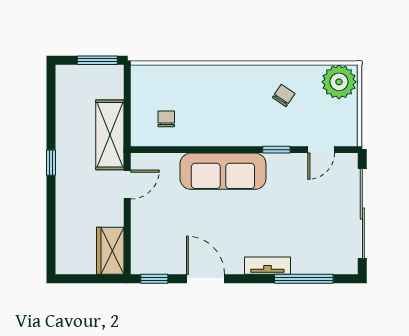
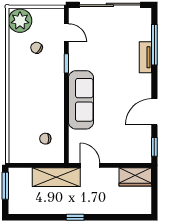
chair: (284, 95) -> (37, 48), moved
tv unit: (267, 266) -> (145, 57), moved

